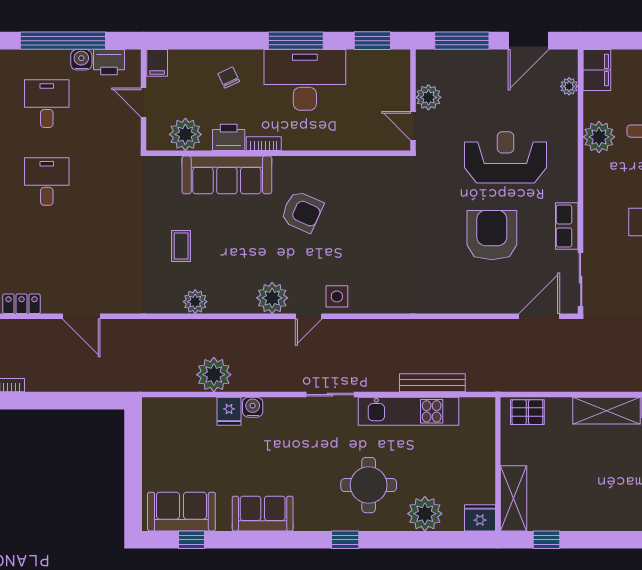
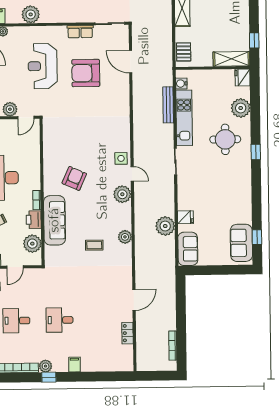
door: (539, 316) -> (131, 62), moved
water cooler: (253, 407) -> (181, 84), moved
sofa: (263, 514) -> (188, 249), moved, turned 180

